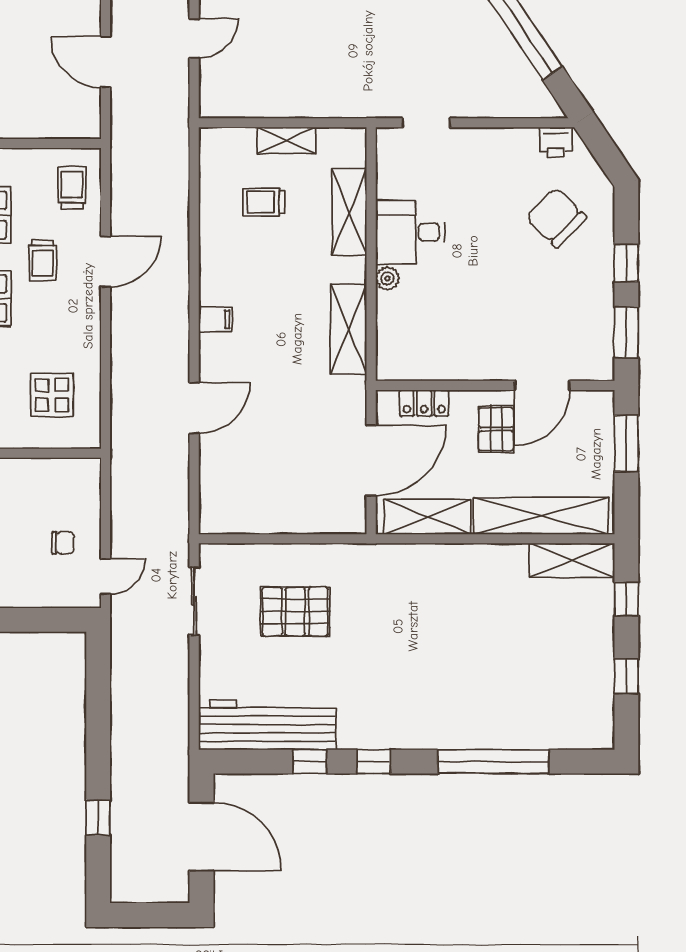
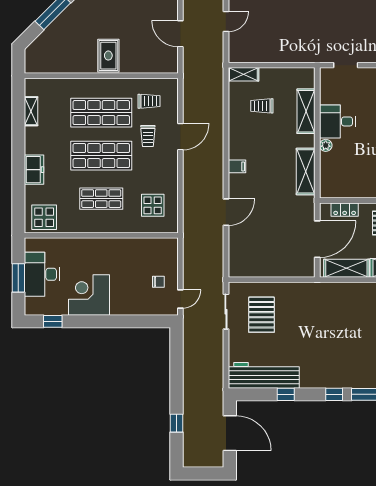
shelving: (286, 140) -> (243, 74), moved
trolley: (72, 188) -> (149, 101), moved, turned 90
pallet: (295, 612) -> (261, 315), moved, turned 90
window: (374, 762) -> (334, 394), moved

